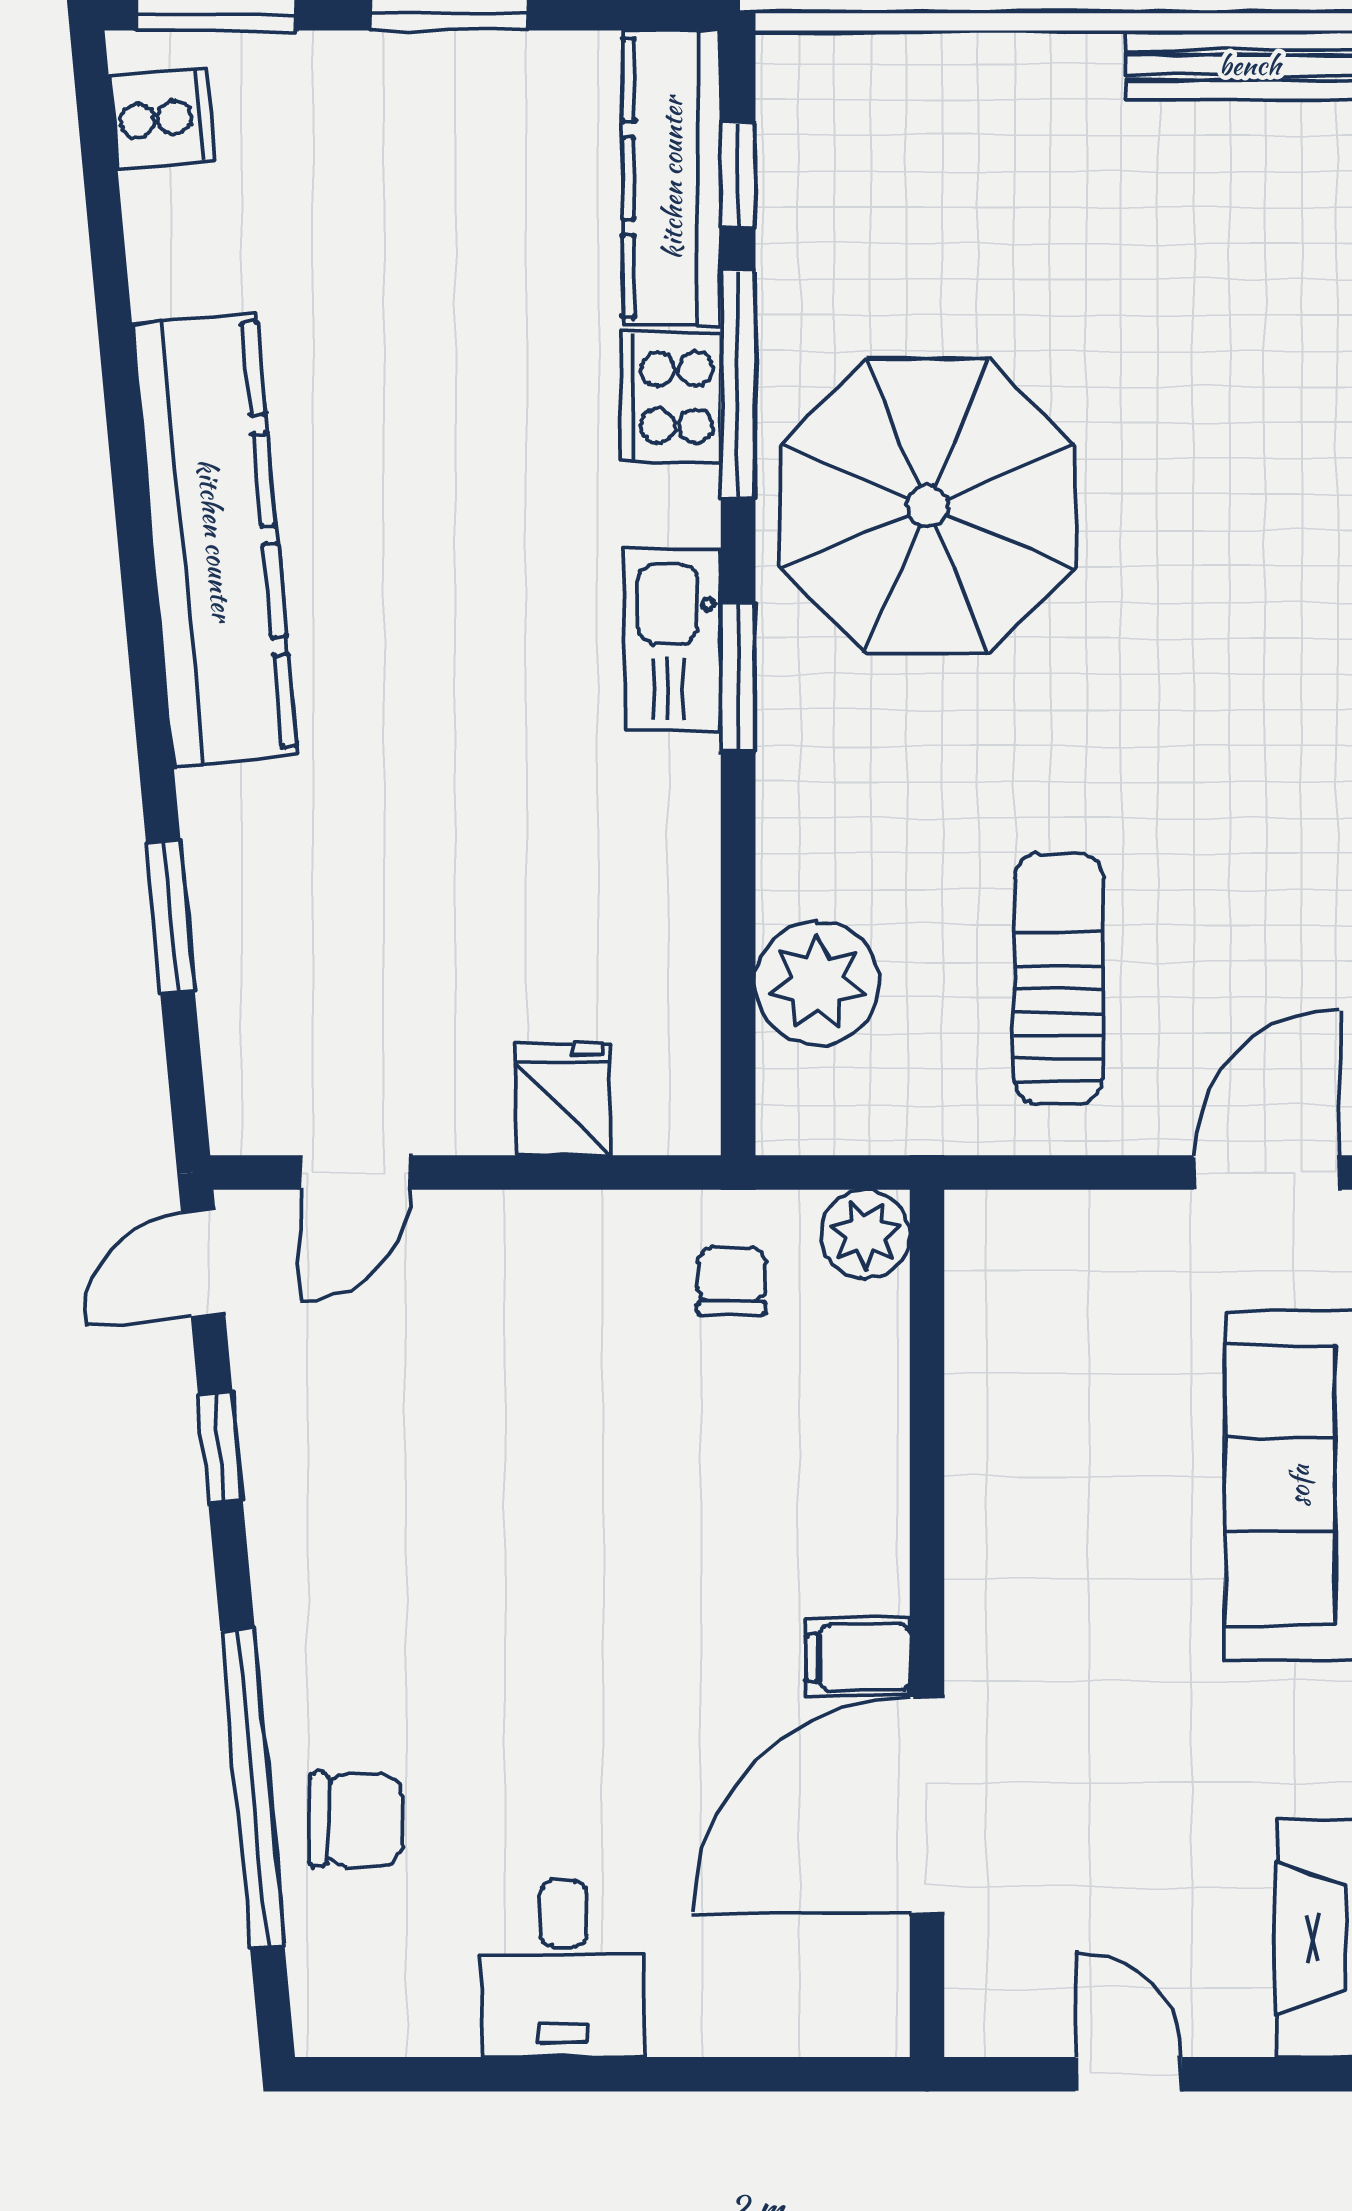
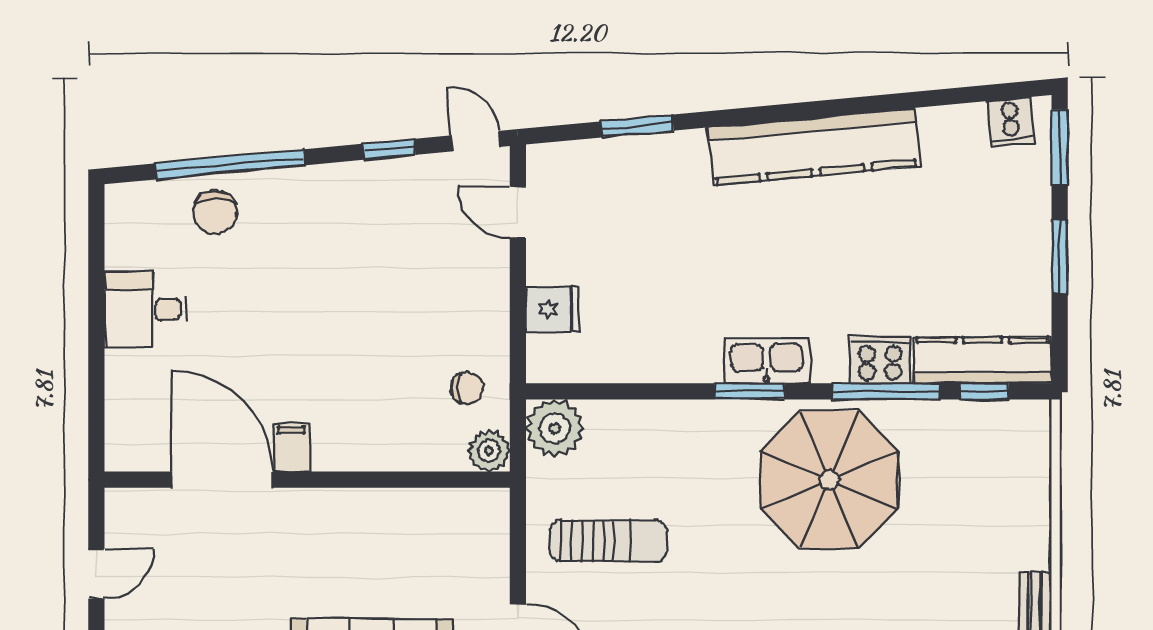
plant: (817, 983) -> (555, 428), moved

